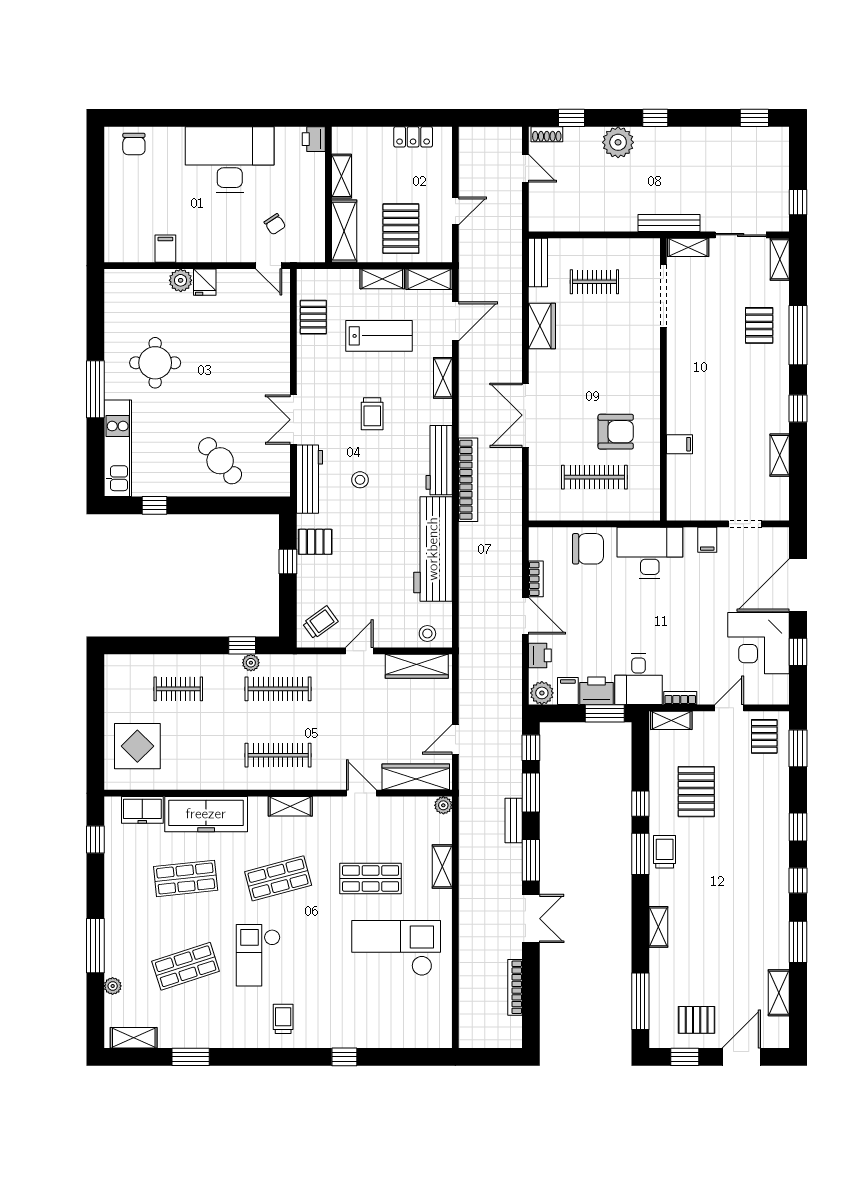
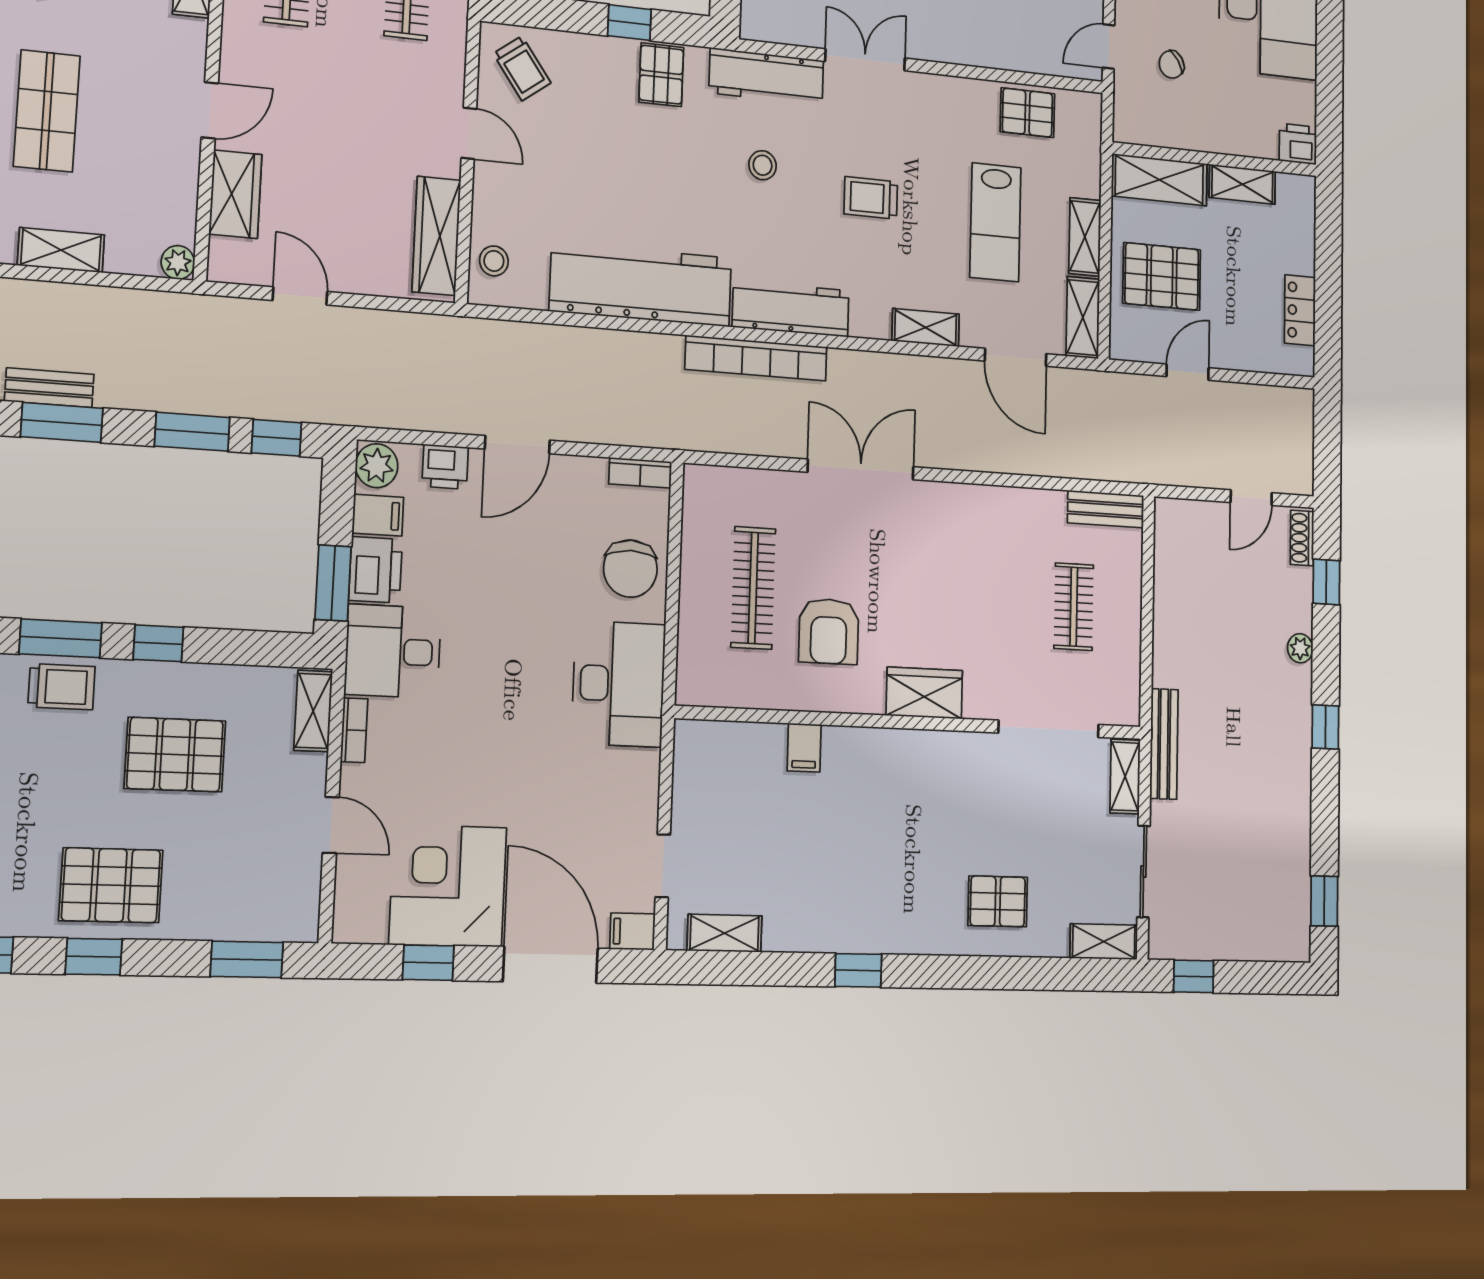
plant: (618, 142) -> (1300, 648), width x0.53, depth x0.53
door: (455, 211) -> (1188, 372), swing flipped
wardrobe: (542, 326) -> (924, 693), moved, turned 180
window: (798, 335) -> (980, 973), removed
shelving: (780, 455) -> (725, 933), moved
filing cabinet: (707, 540) -> (632, 931), moved
bookcase: (536, 579) -> (640, 473), moved
pallet: (764, 736) -> (111, 885), moved, width x1.50, depth x1.42
wardrobe: (416, 777) -> (235, 194), width x0.67
bench: (514, 820) -> (49, 388), moved

